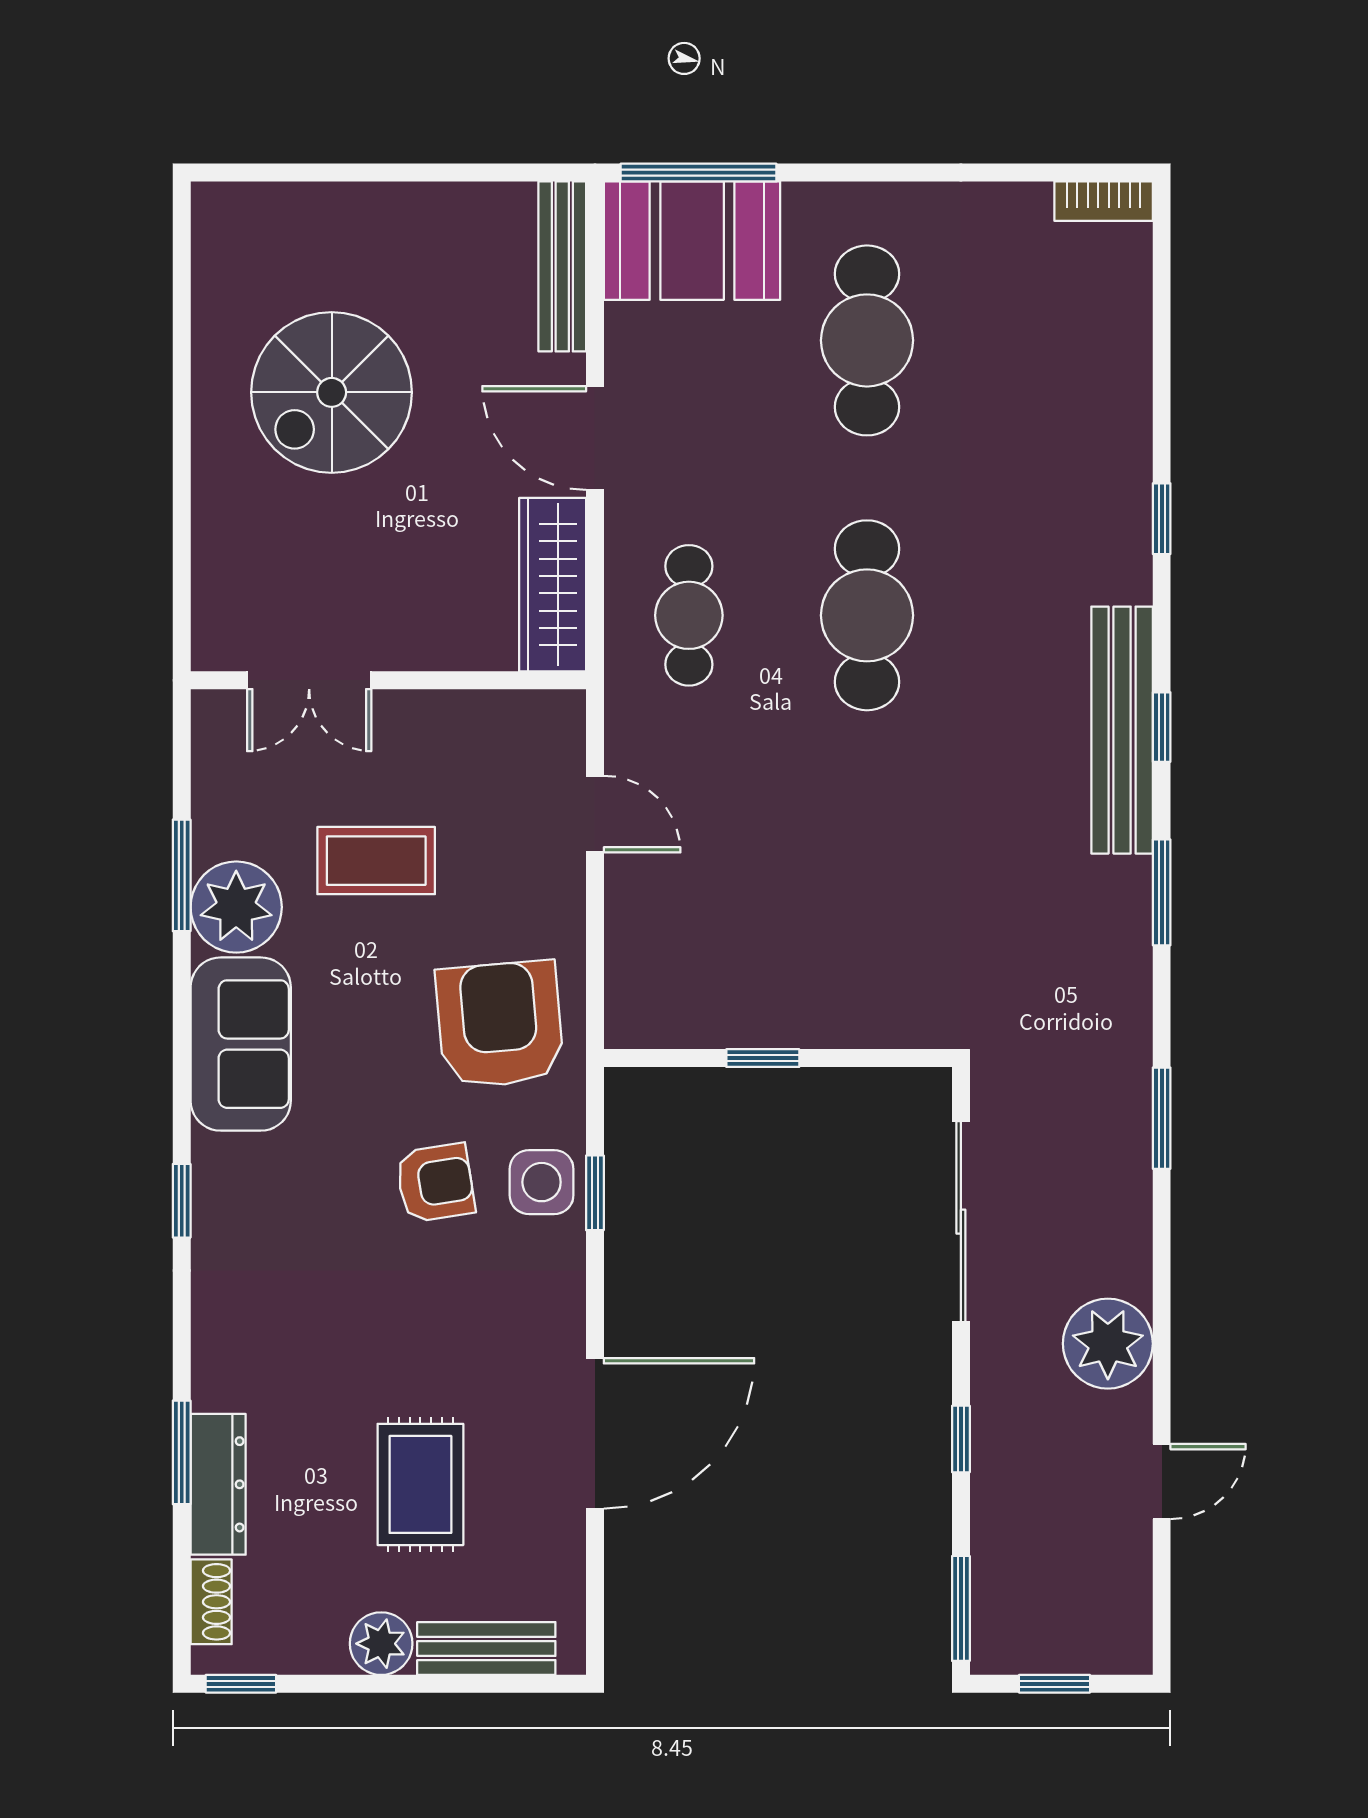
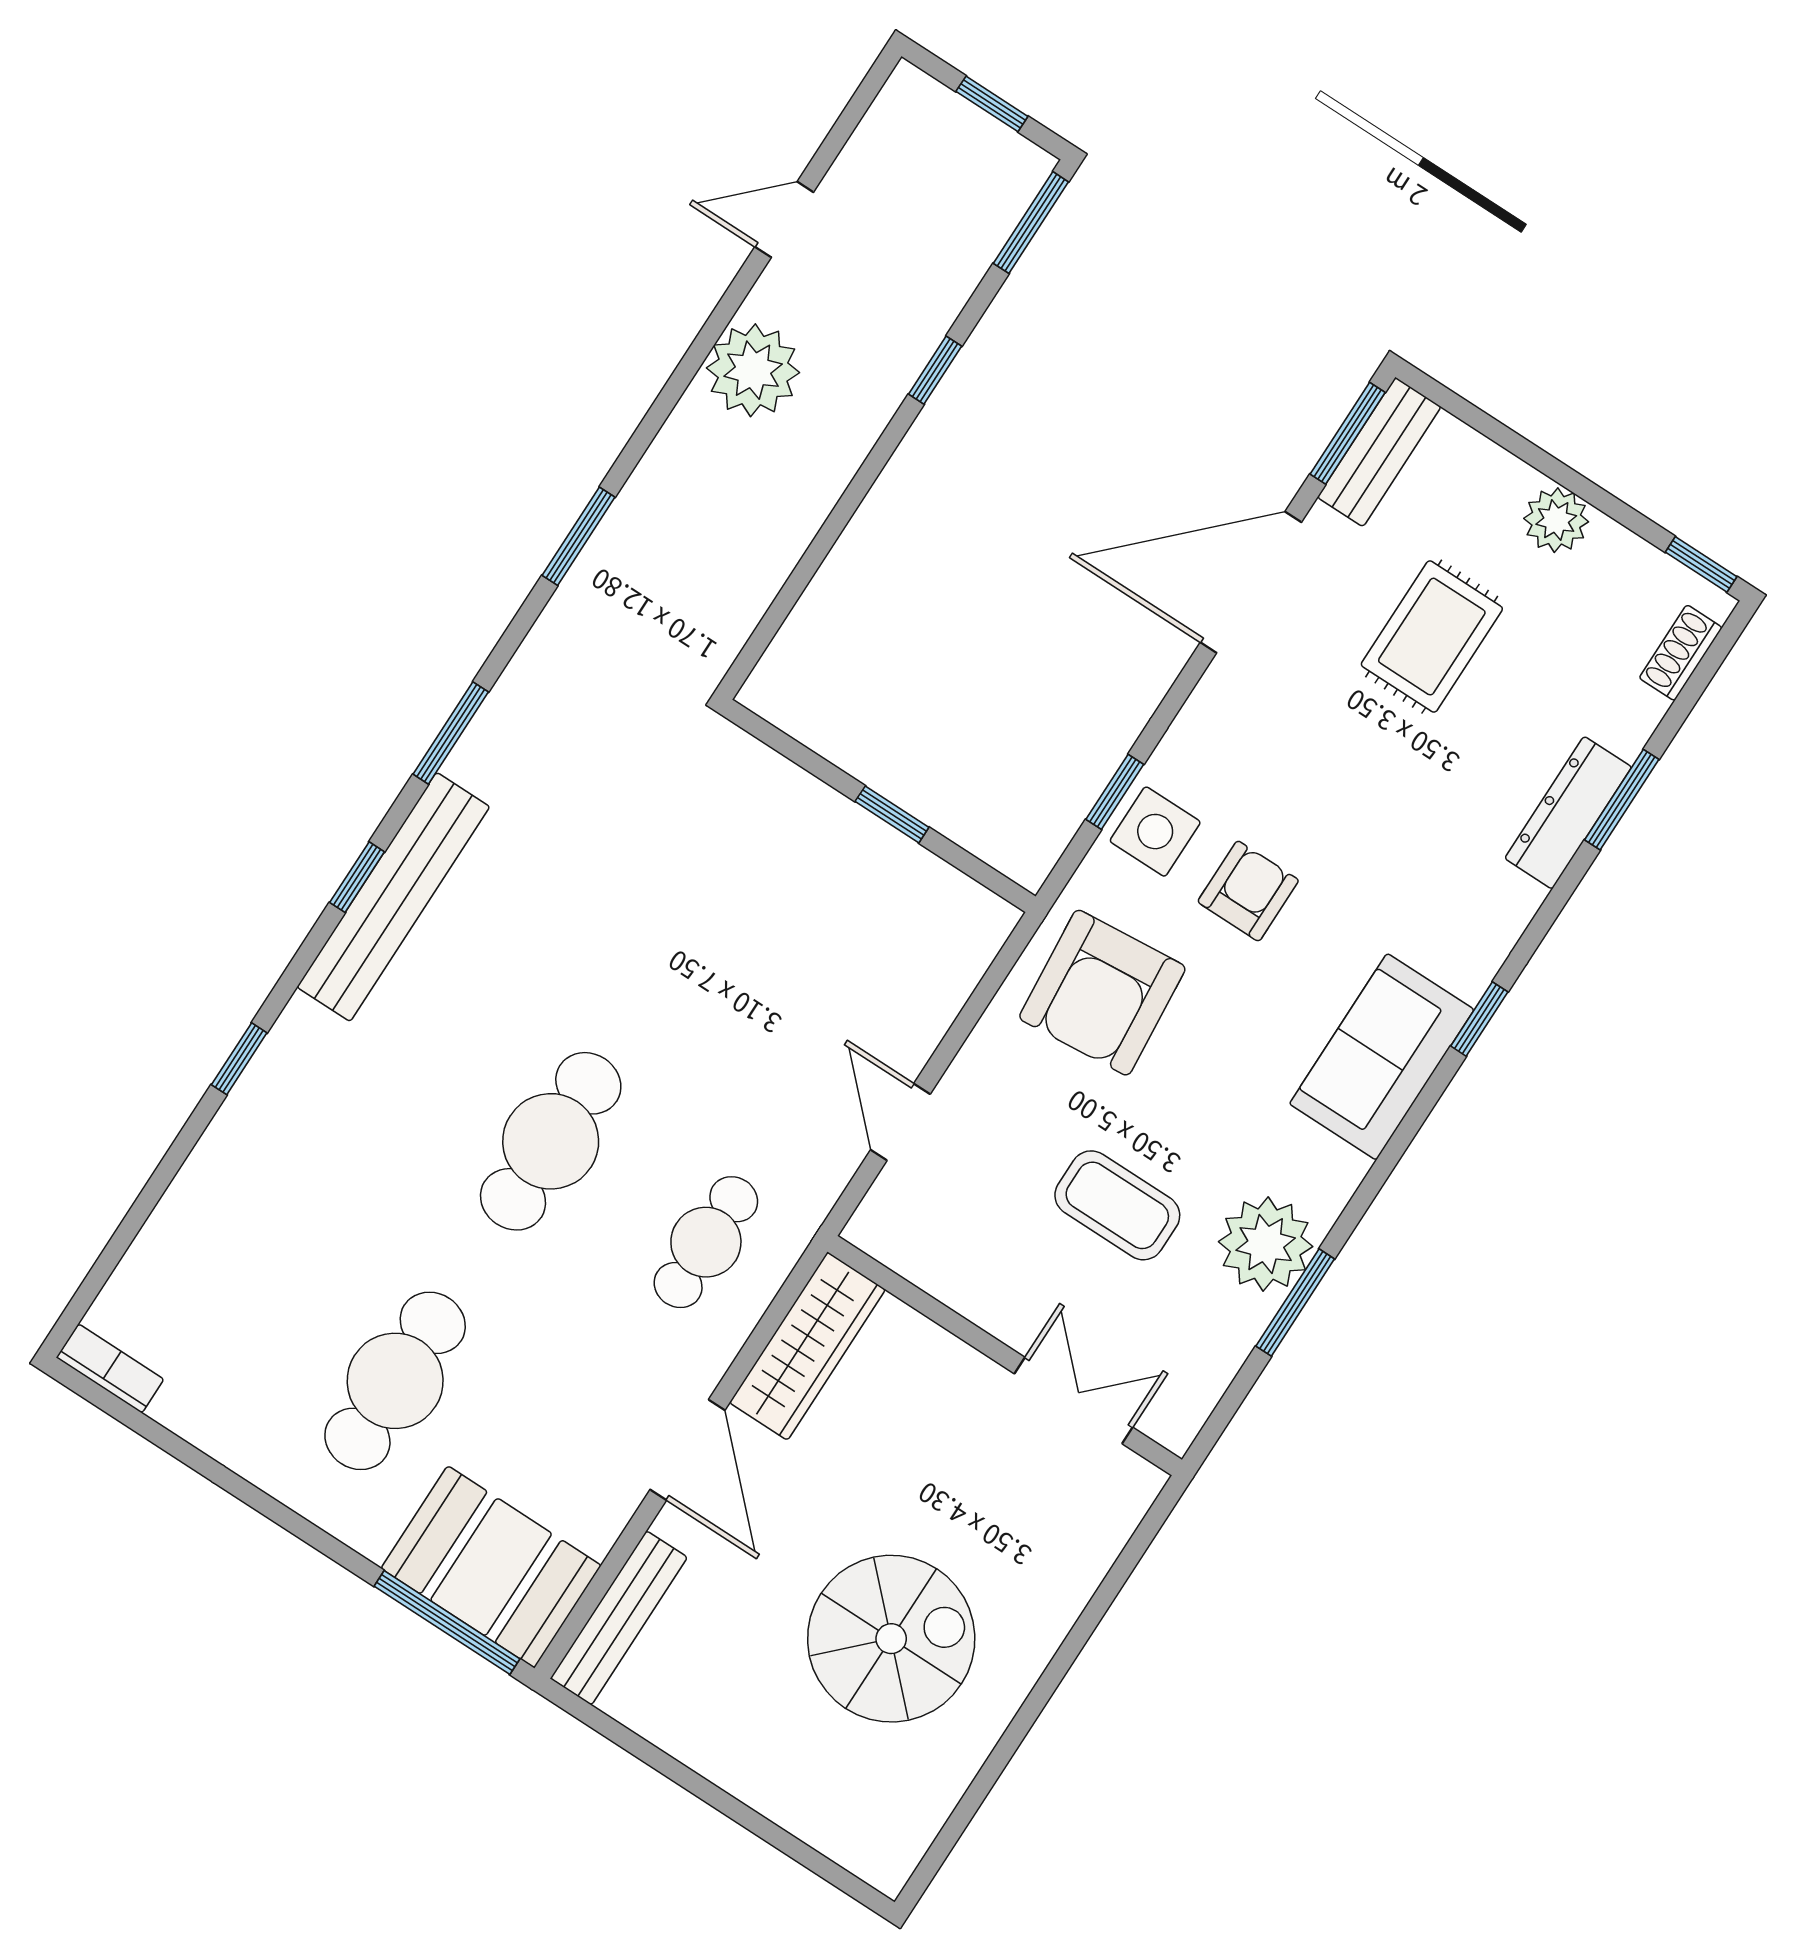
sofa: (241, 1044) -> (1382, 1057), moved
armchair: (435, 1183) -> (1248, 891), turned 99
sliding door: (961, 1222) -> (812, 560), removed
dresser: (218, 1484) -> (1568, 813), moved
window: (595, 1604) -> (1348, 433), added
bench: (486, 1649) -> (1379, 452), moved, turned 90

